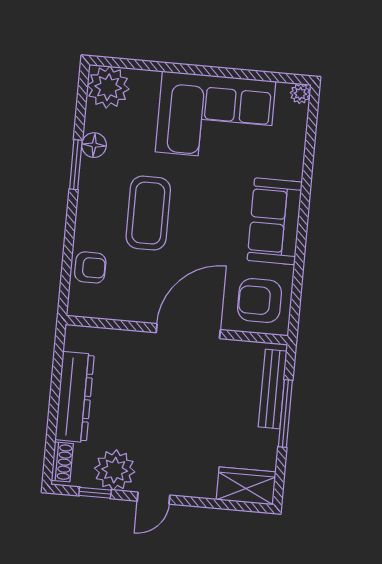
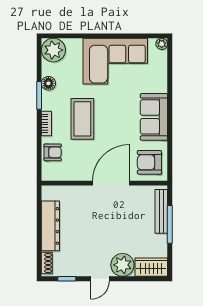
bookcase: (84, 216) -> (46, 124), added
plant: (115, 470) -> (122, 265), moved

